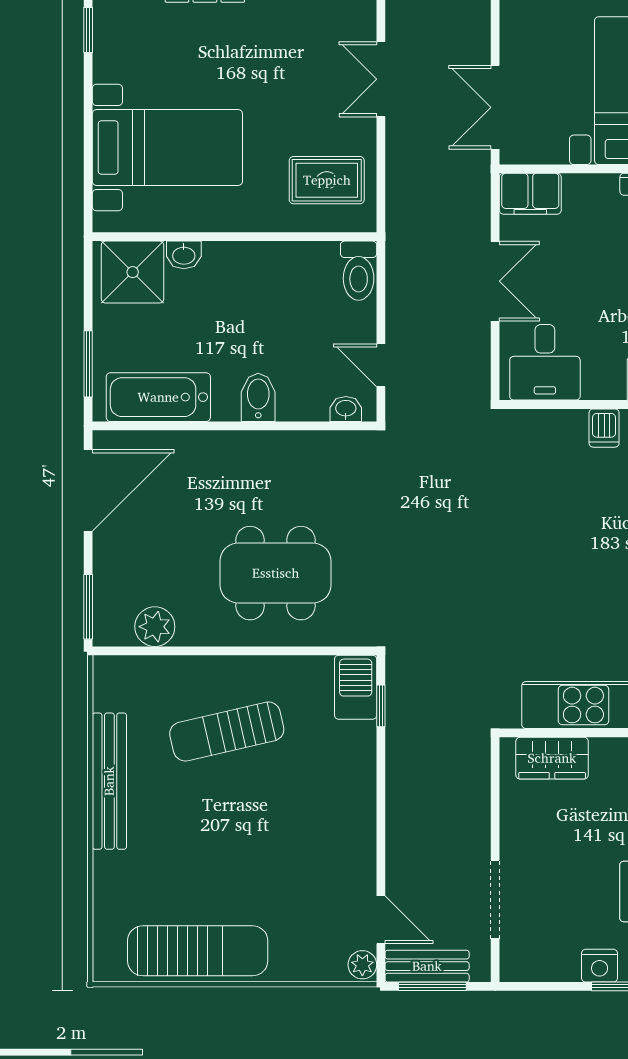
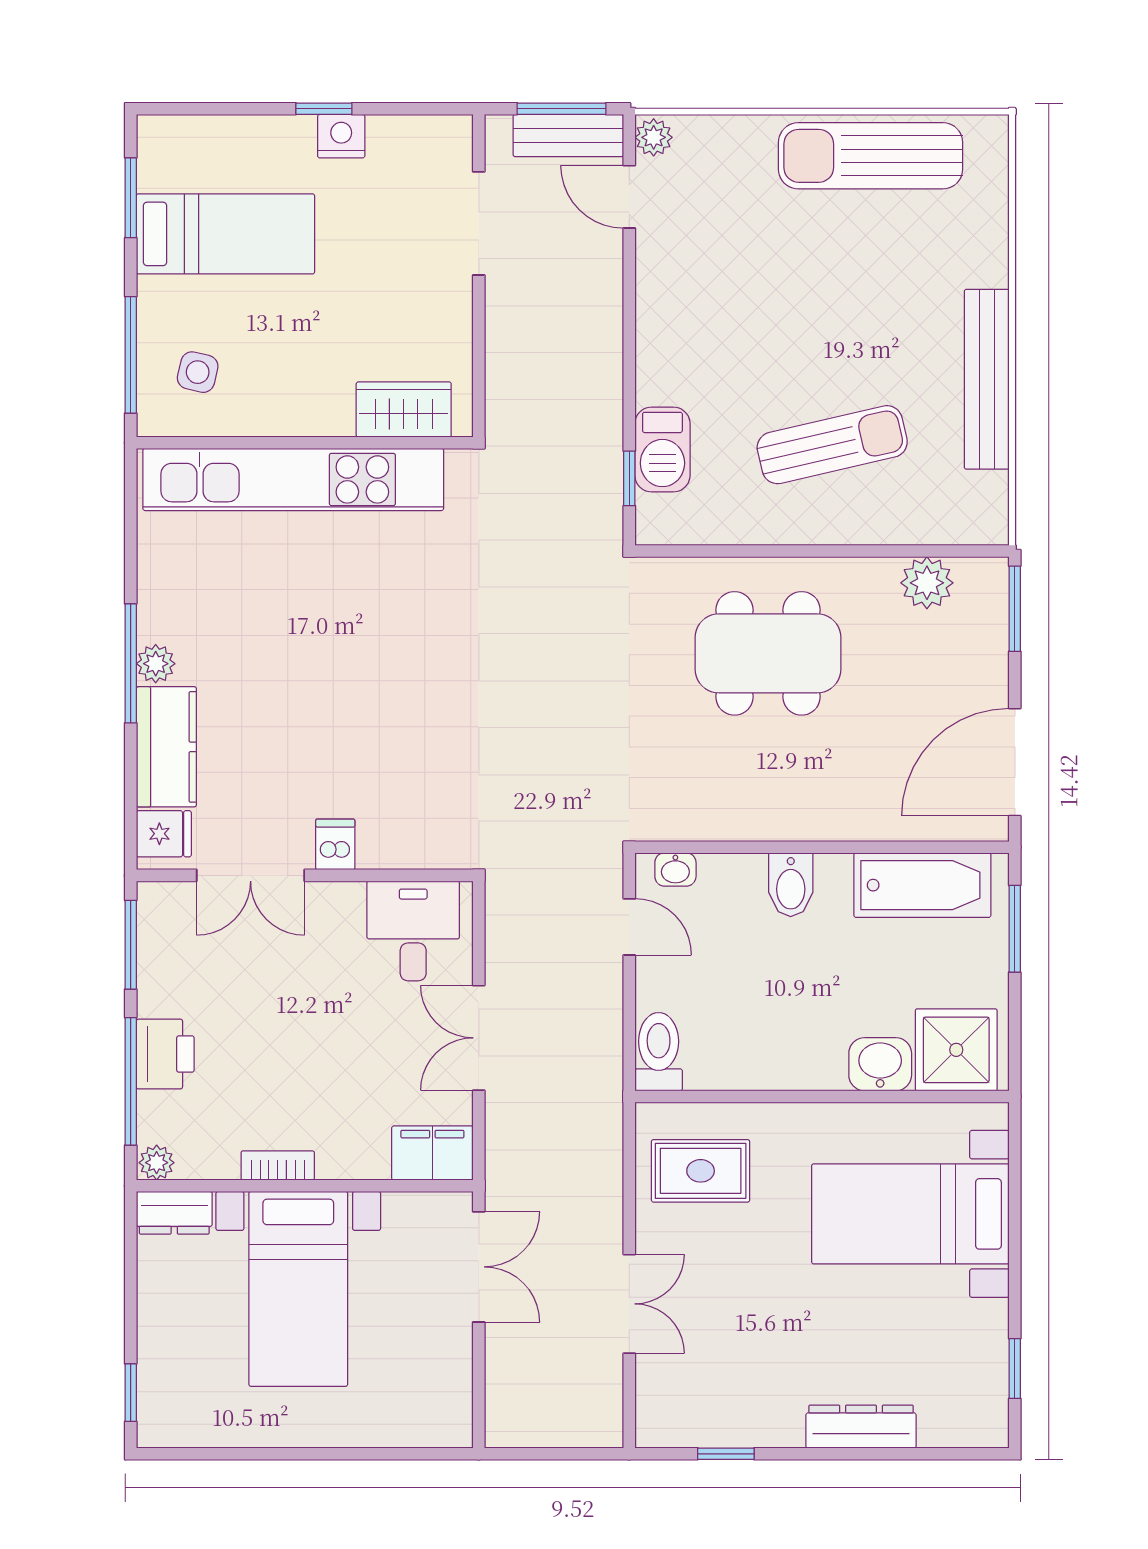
washbasin: (184, 255) -> (880, 1064), width x1.38, depth x1.45
barbecue: (356, 687) -> (662, 449), moved

